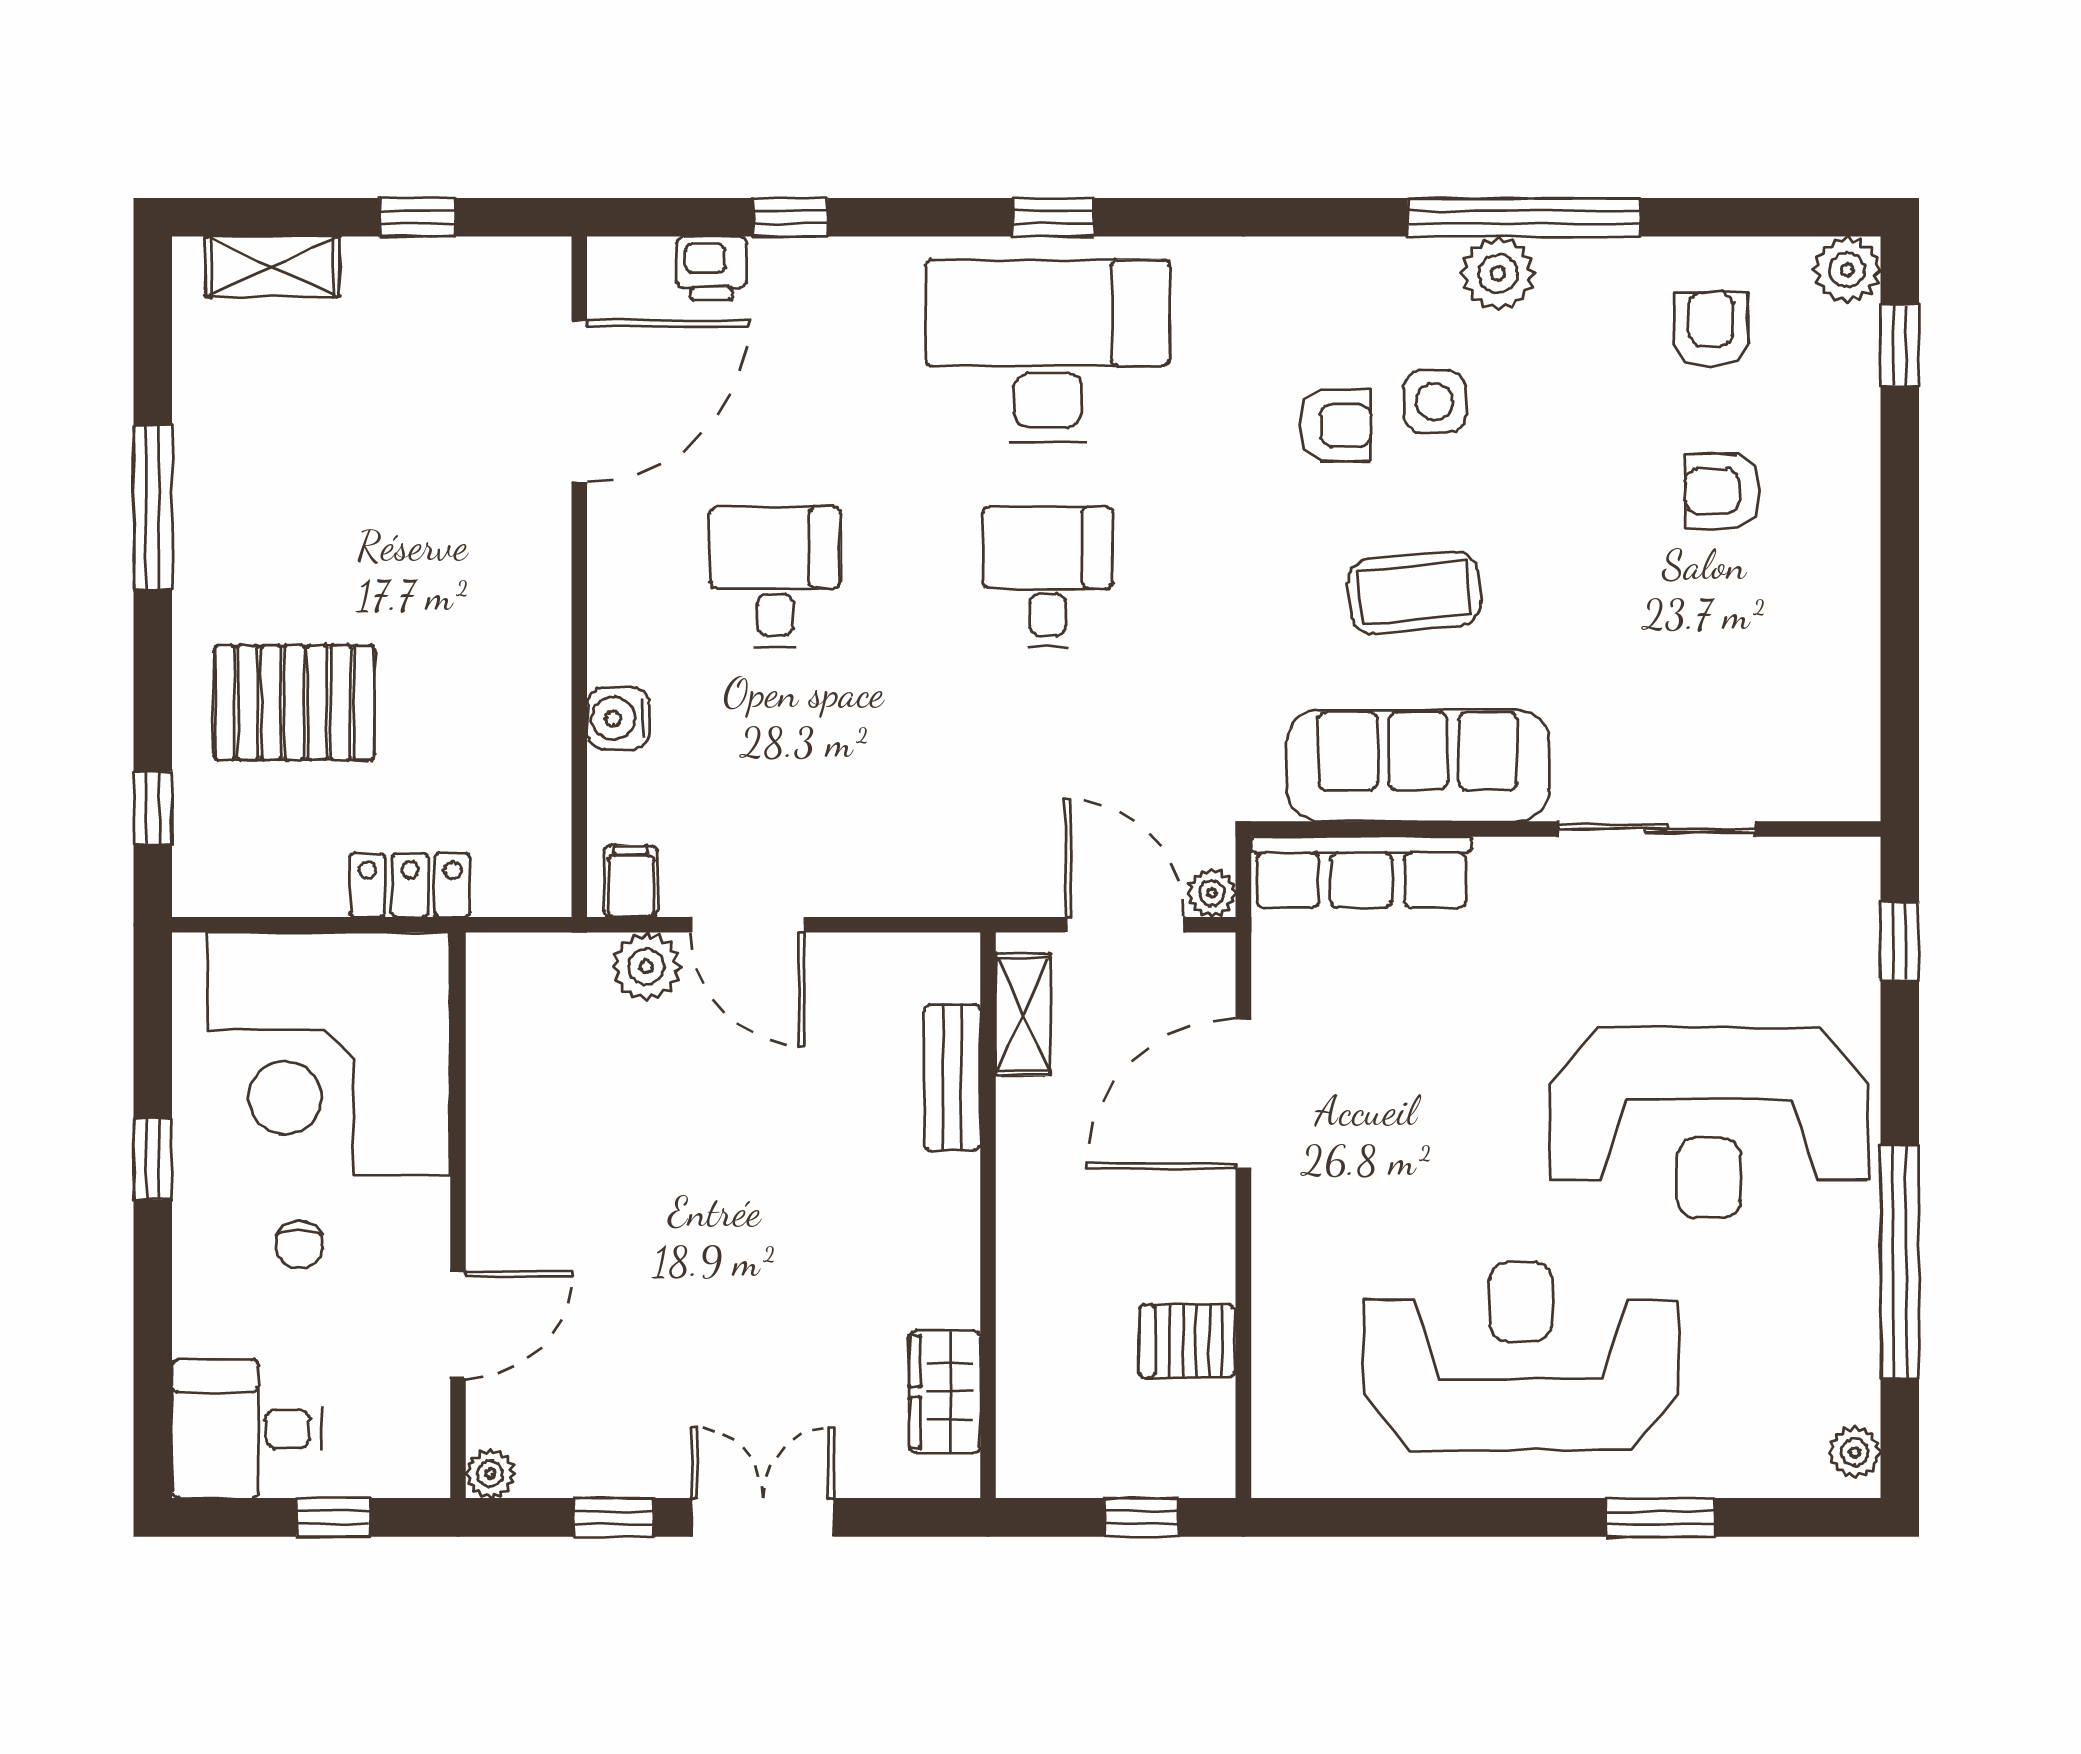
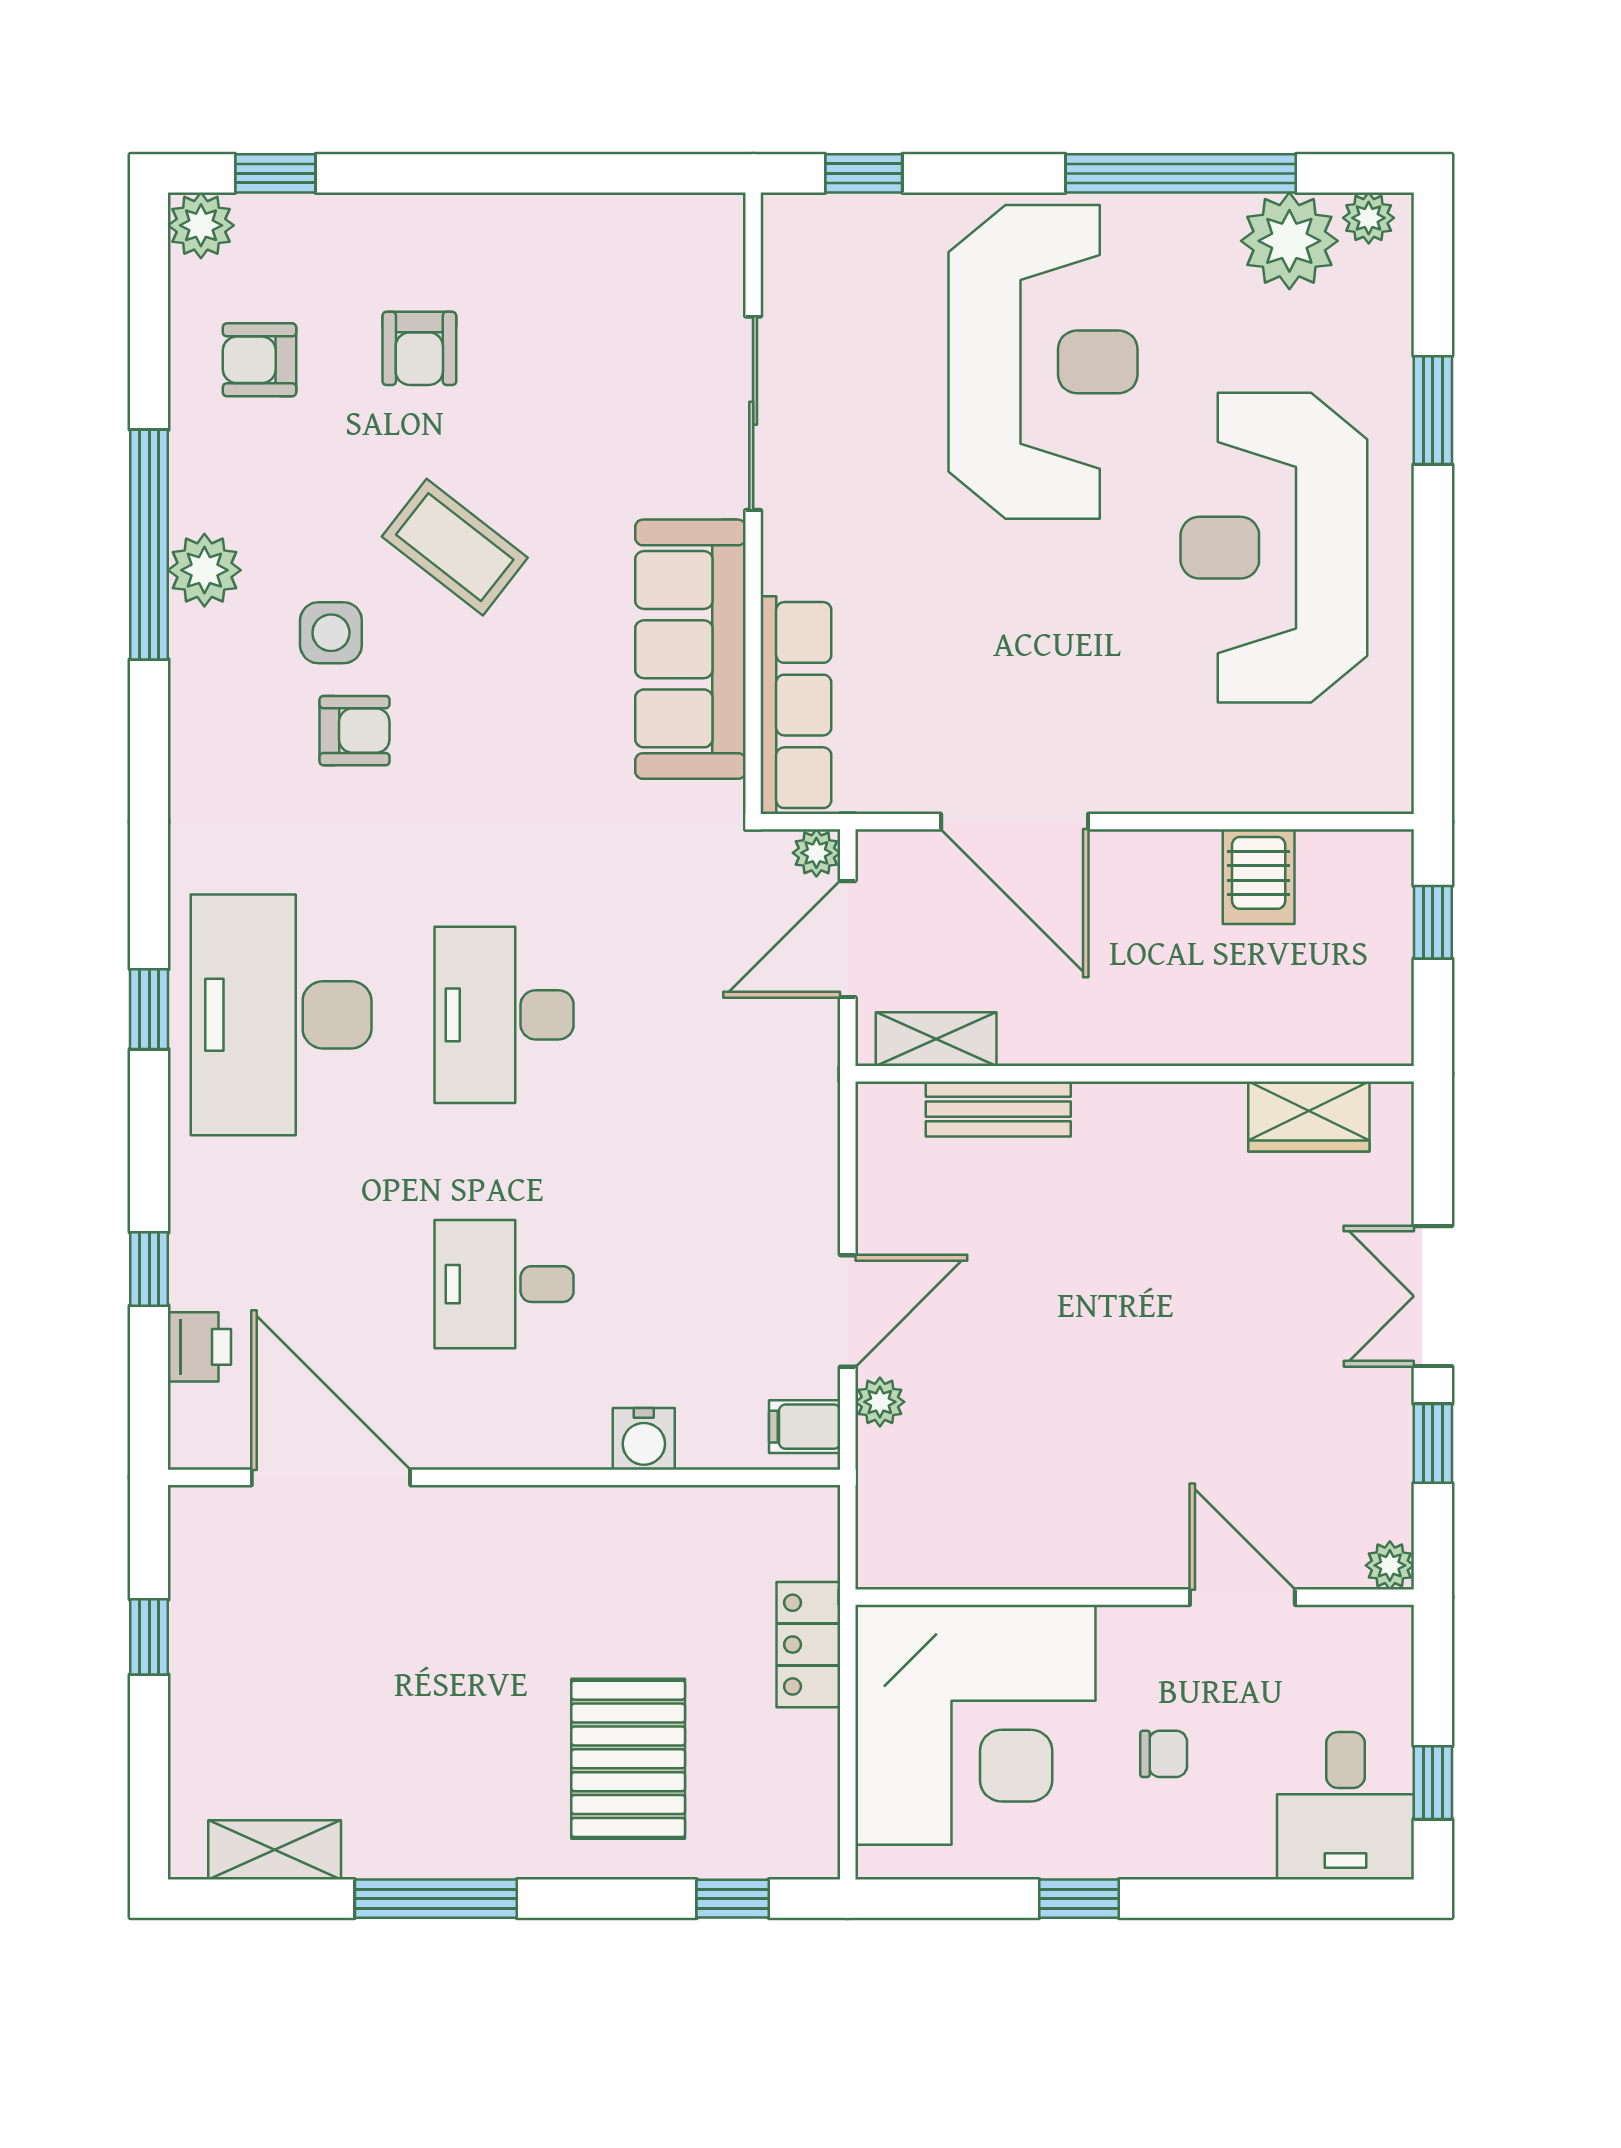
shelving: (272, 267) -> (275, 1850), moved, turned 90
armchair: (1336, 425) -> (355, 731), turned 90
desk: (1048, 577) -> (504, 1015), width x1.37
coffee table: (1414, 592) -> (455, 547), moved, turned -46
plant: (646, 967) -> (880, 1402), width x0.73, depth x0.73
plant: (1832, 1372) -> (1289, 241), added
window: (333, 1517) -> (1433, 1783), moved

